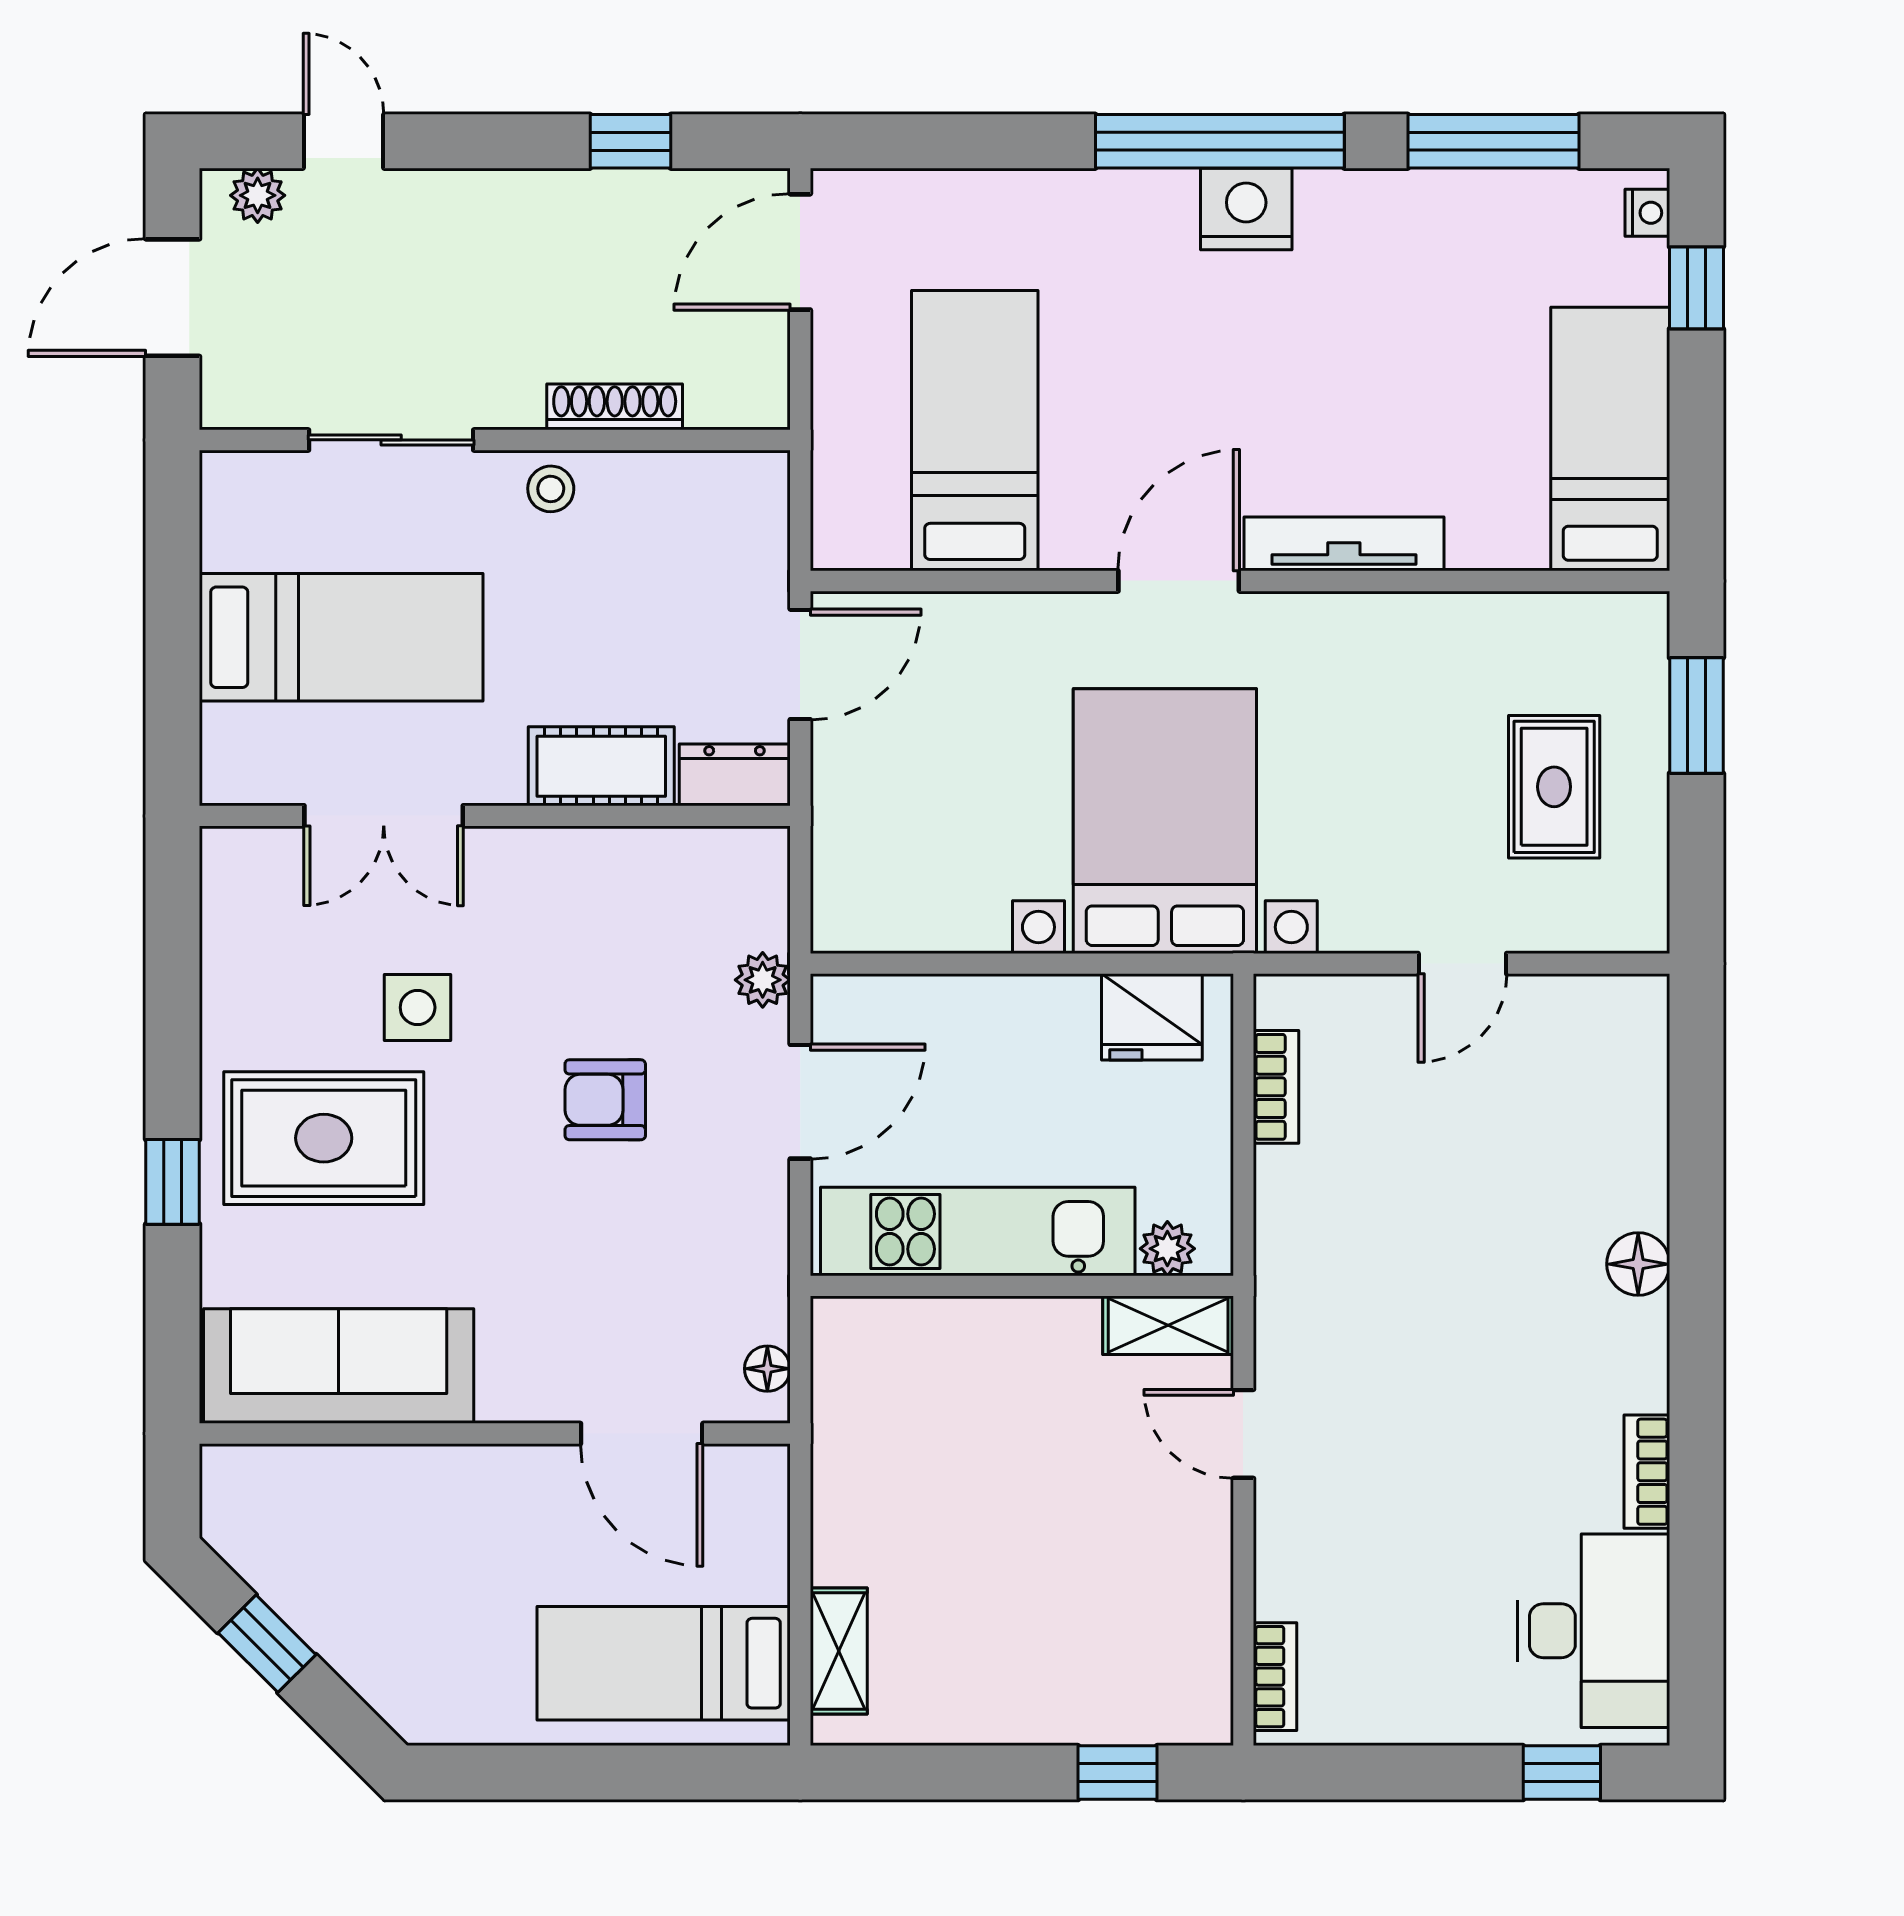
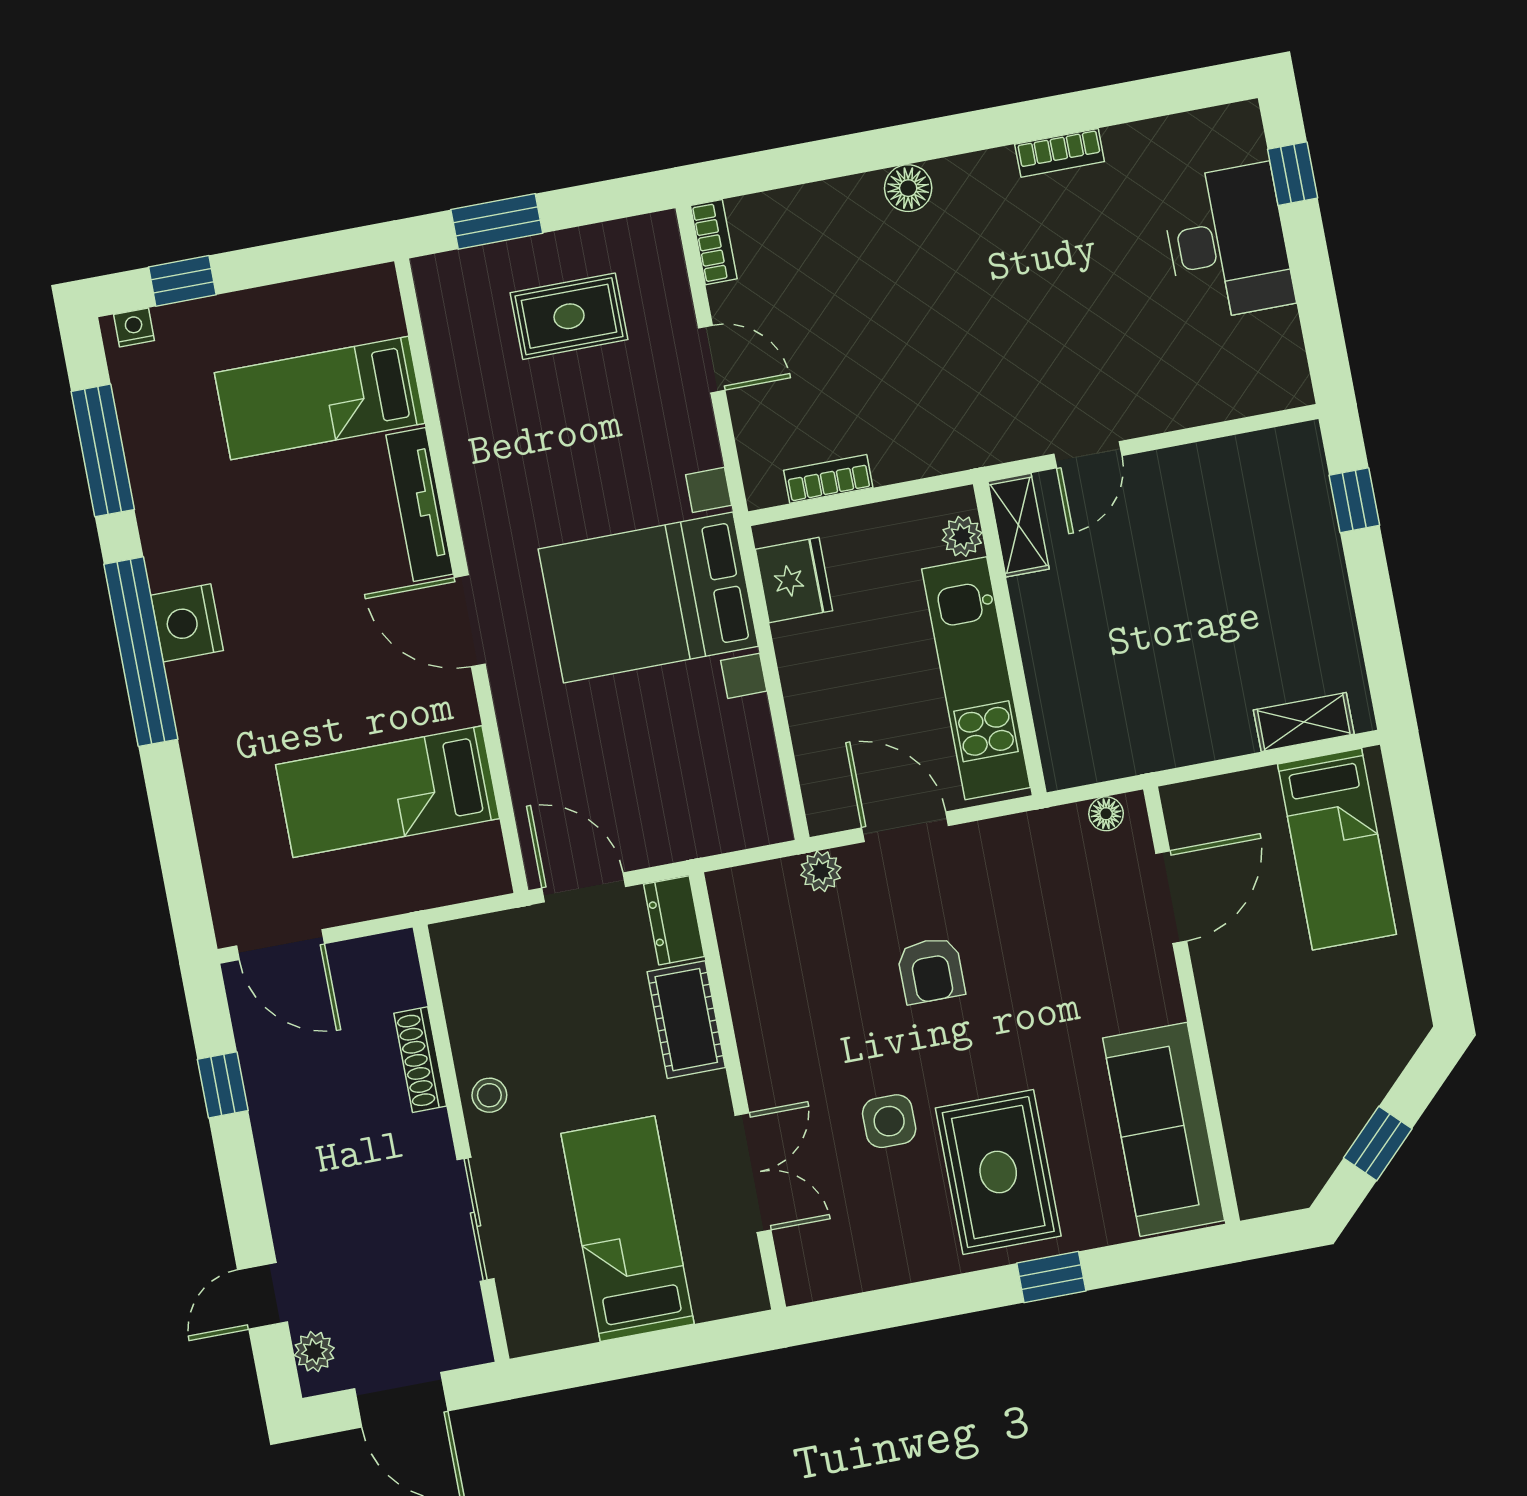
bed: (1610, 439) -> (320, 398), moved
desk: (1593, 1631) -> (1227, 242), moved, turned 90
bookcase: (1275, 1677) -> (714, 242), moved, turned 90

